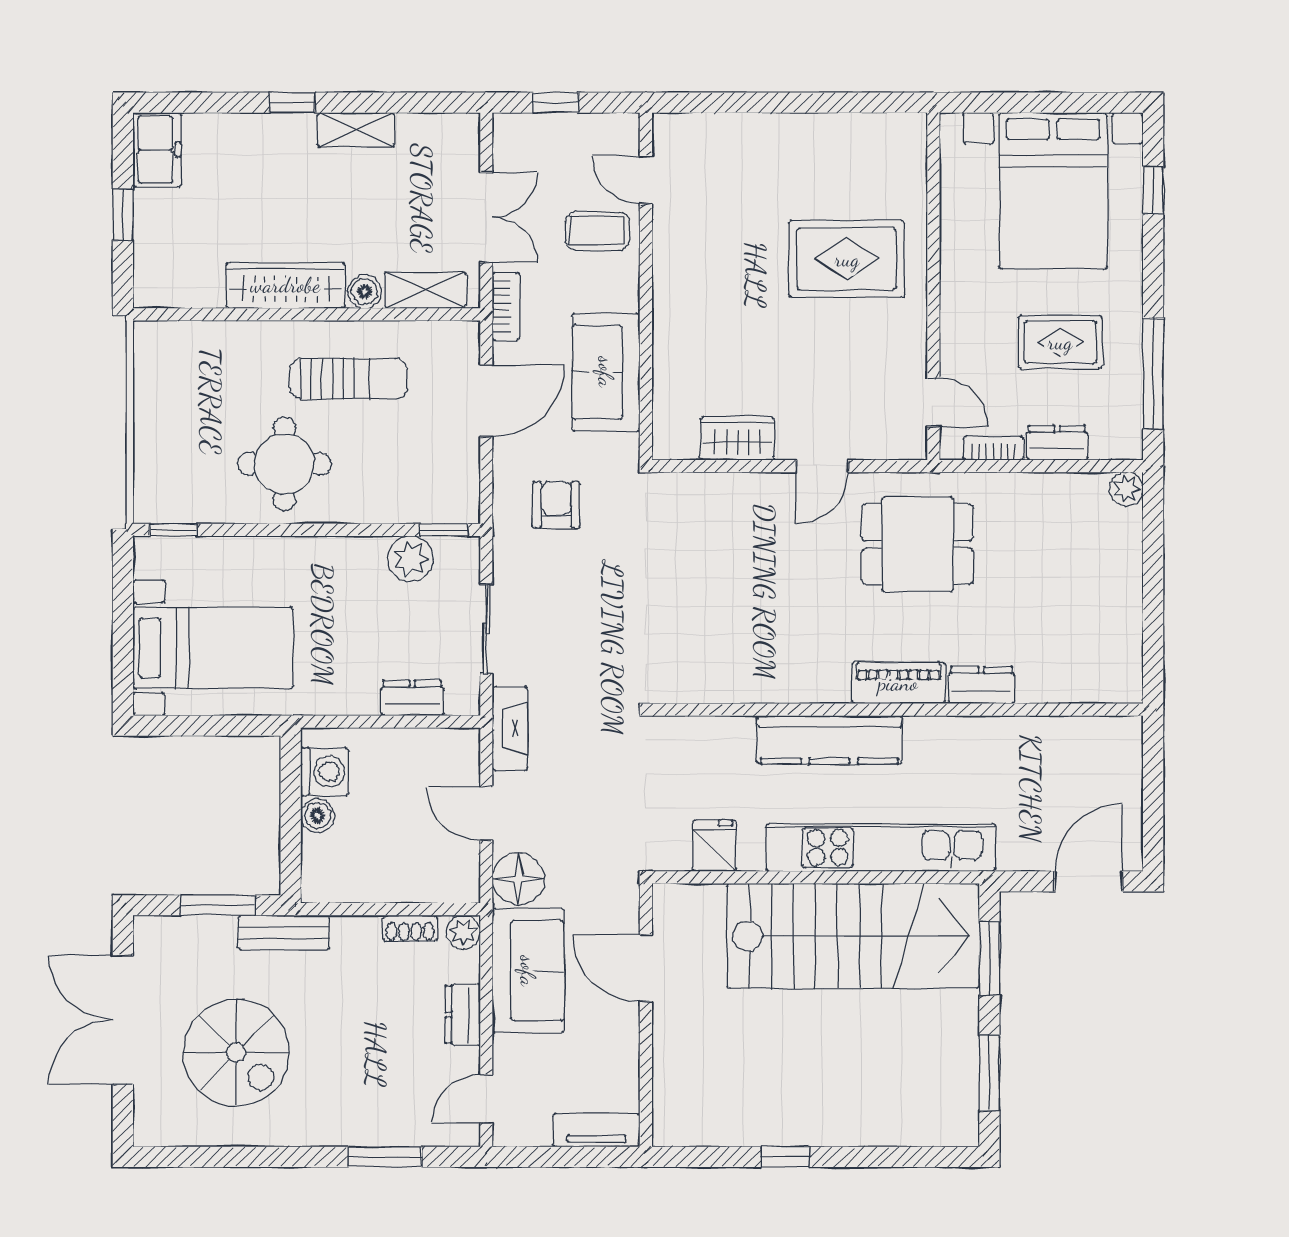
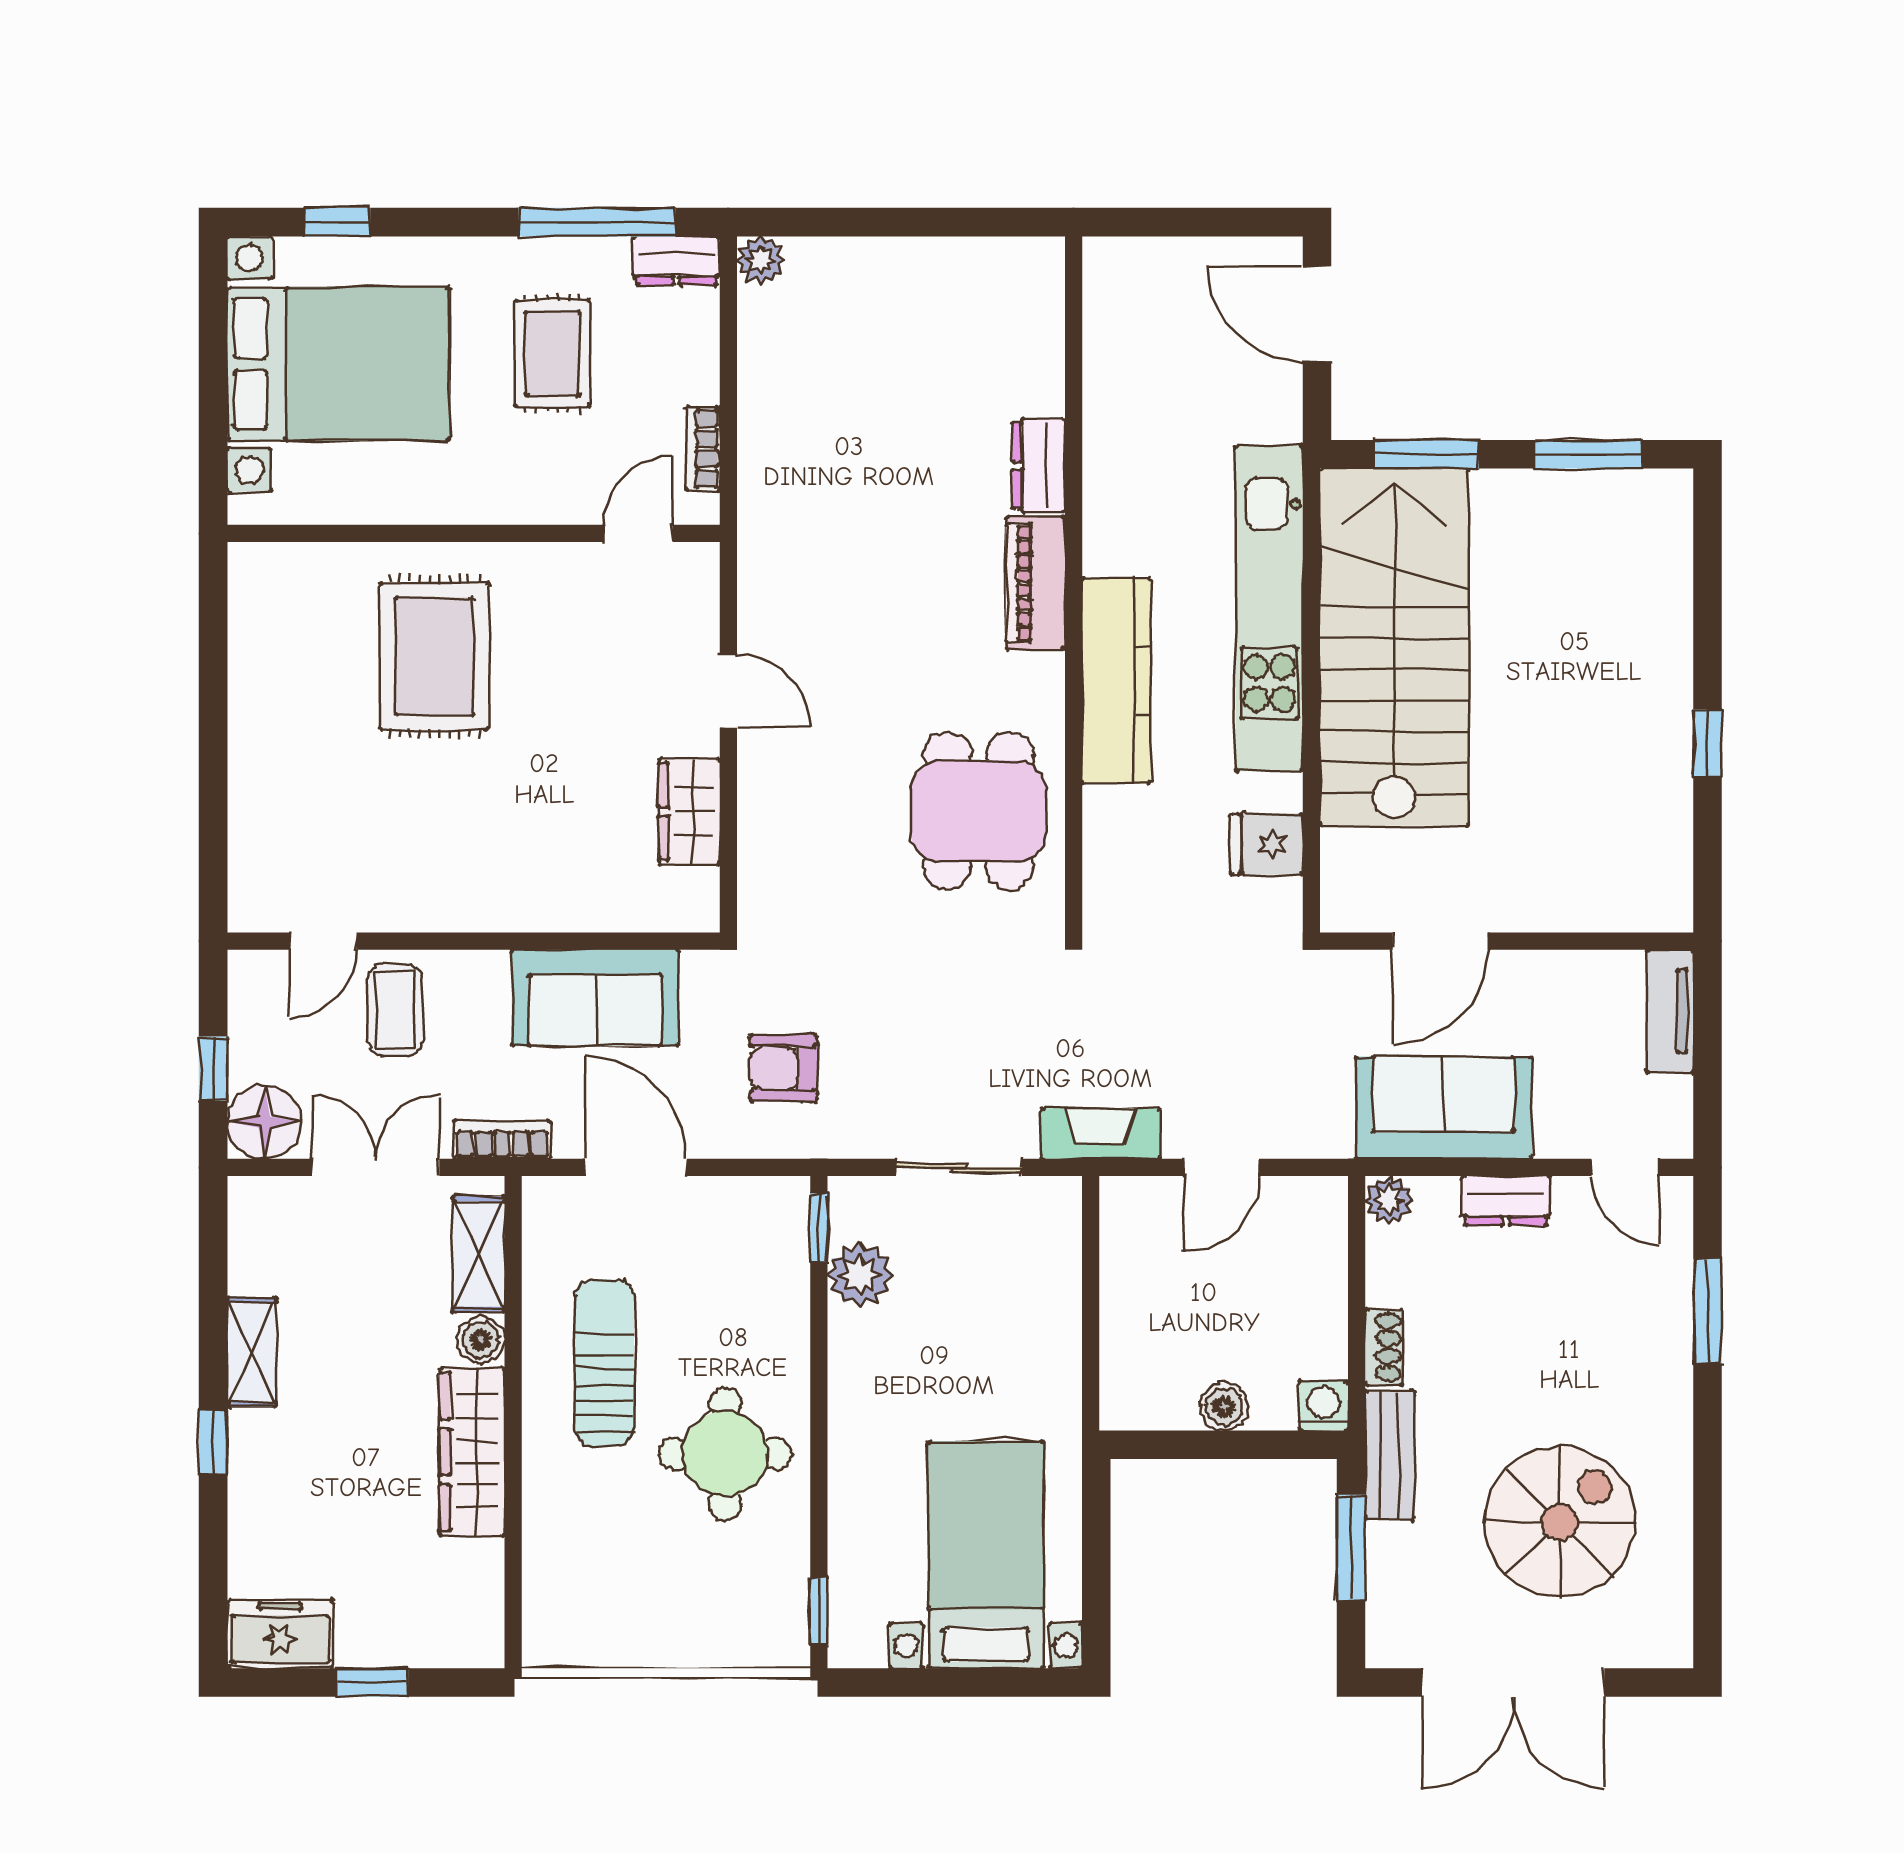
dresser: (1057, 443) -> (676, 261), moved, turned -90
dining table: (918, 544) -> (978, 811), moved
dresser: (412, 698) -> (1057, 1272), removed
washing machine: (325, 772) -> (1323, 1406), moved, width x0.73, depth x0.73
floor lamp: (518, 879) -> (264, 1122), moved
shoe rack: (410, 928) -> (1384, 1347), moved

